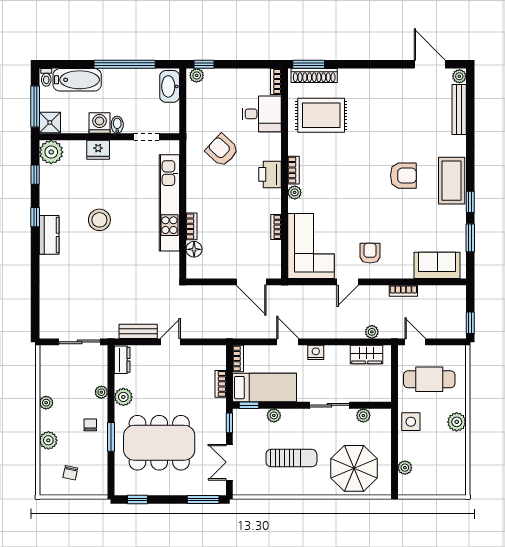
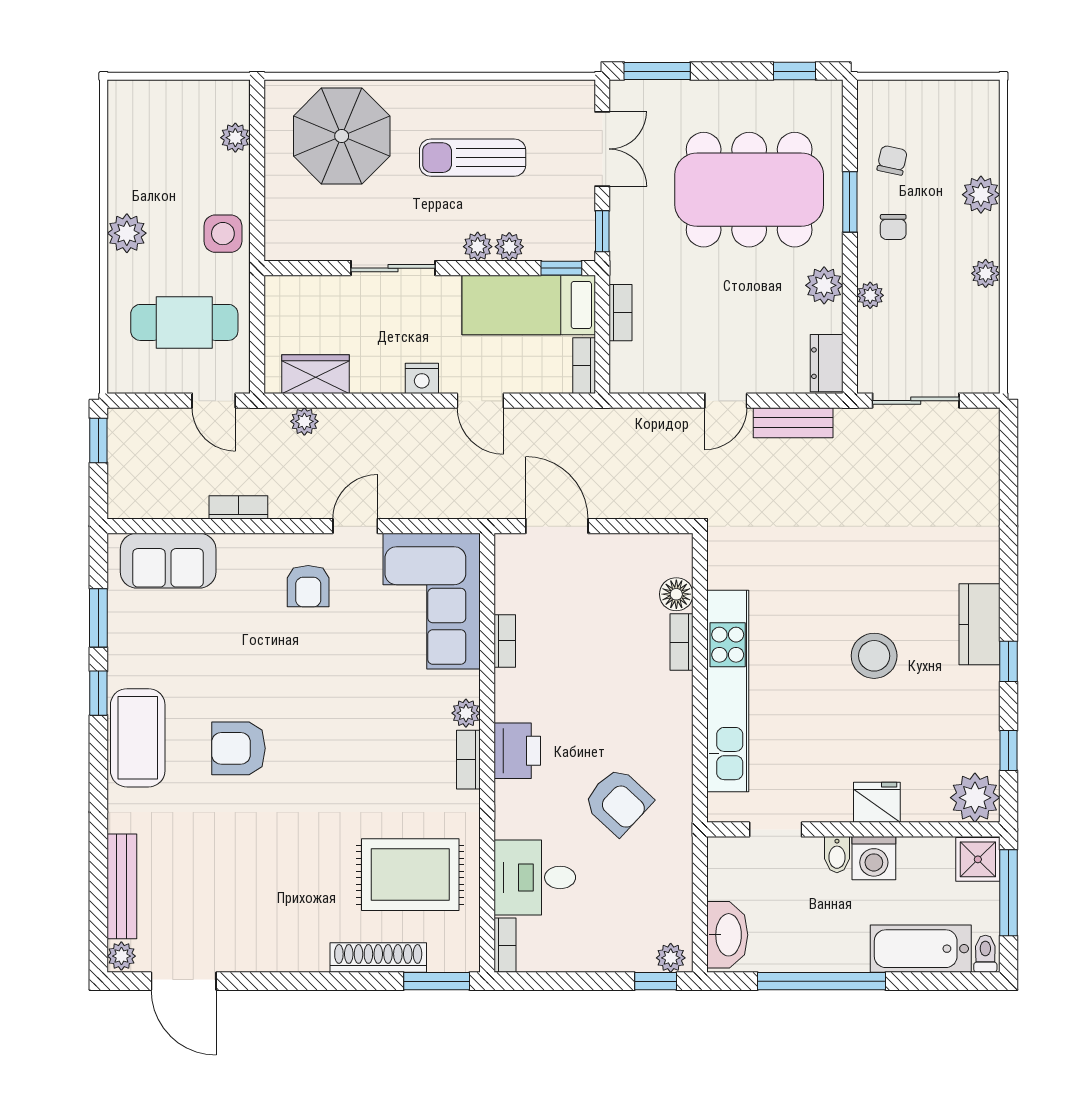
shoe rack: (314, 76) -> (378, 958), moved
plant: (363, 416) -> (478, 247), moved
chair: (70, 473) -> (892, 160), moved

